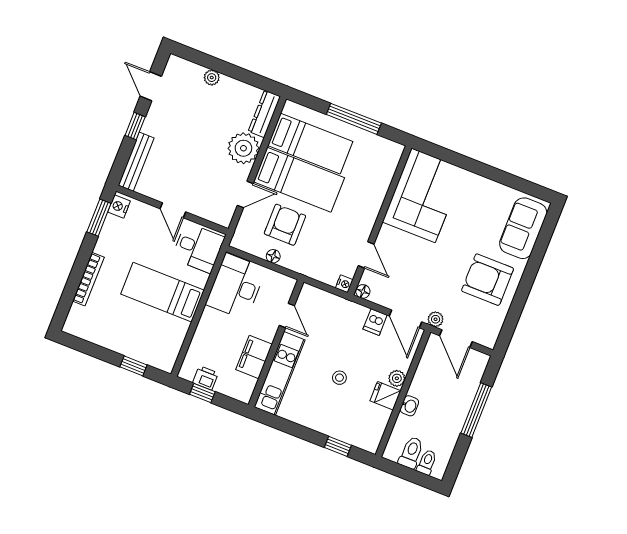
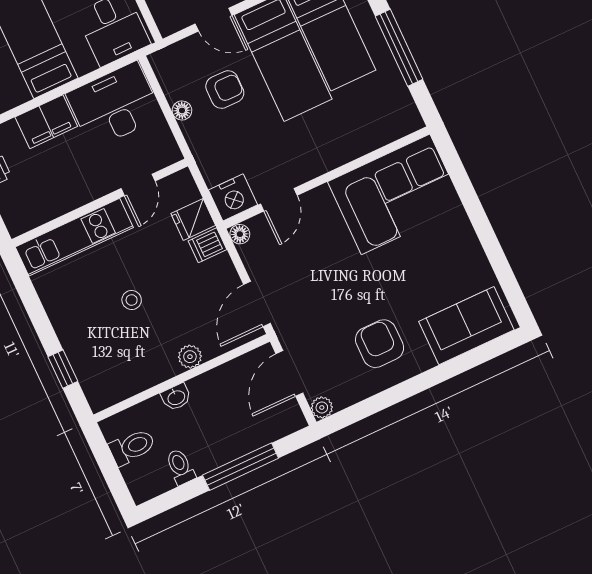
armchair: (285, 225) -> (225, 90), width x0.72, depth x0.72
armchair: (488, 280) -> (380, 344), width x0.73, depth x0.73
nightstand: (344, 284) -> (233, 197), width x1.89, depth x1.79
plant: (436, 319) -> (322, 407), moved
dishwasher: (375, 322) -> (207, 245), moved
filing cabinet: (254, 357) -> (46, 122), moved, turned 180
fridge: (385, 396) -> (193, 219), moved, turned -90
toilet: (427, 462) -> (180, 467), moved, turned -90

